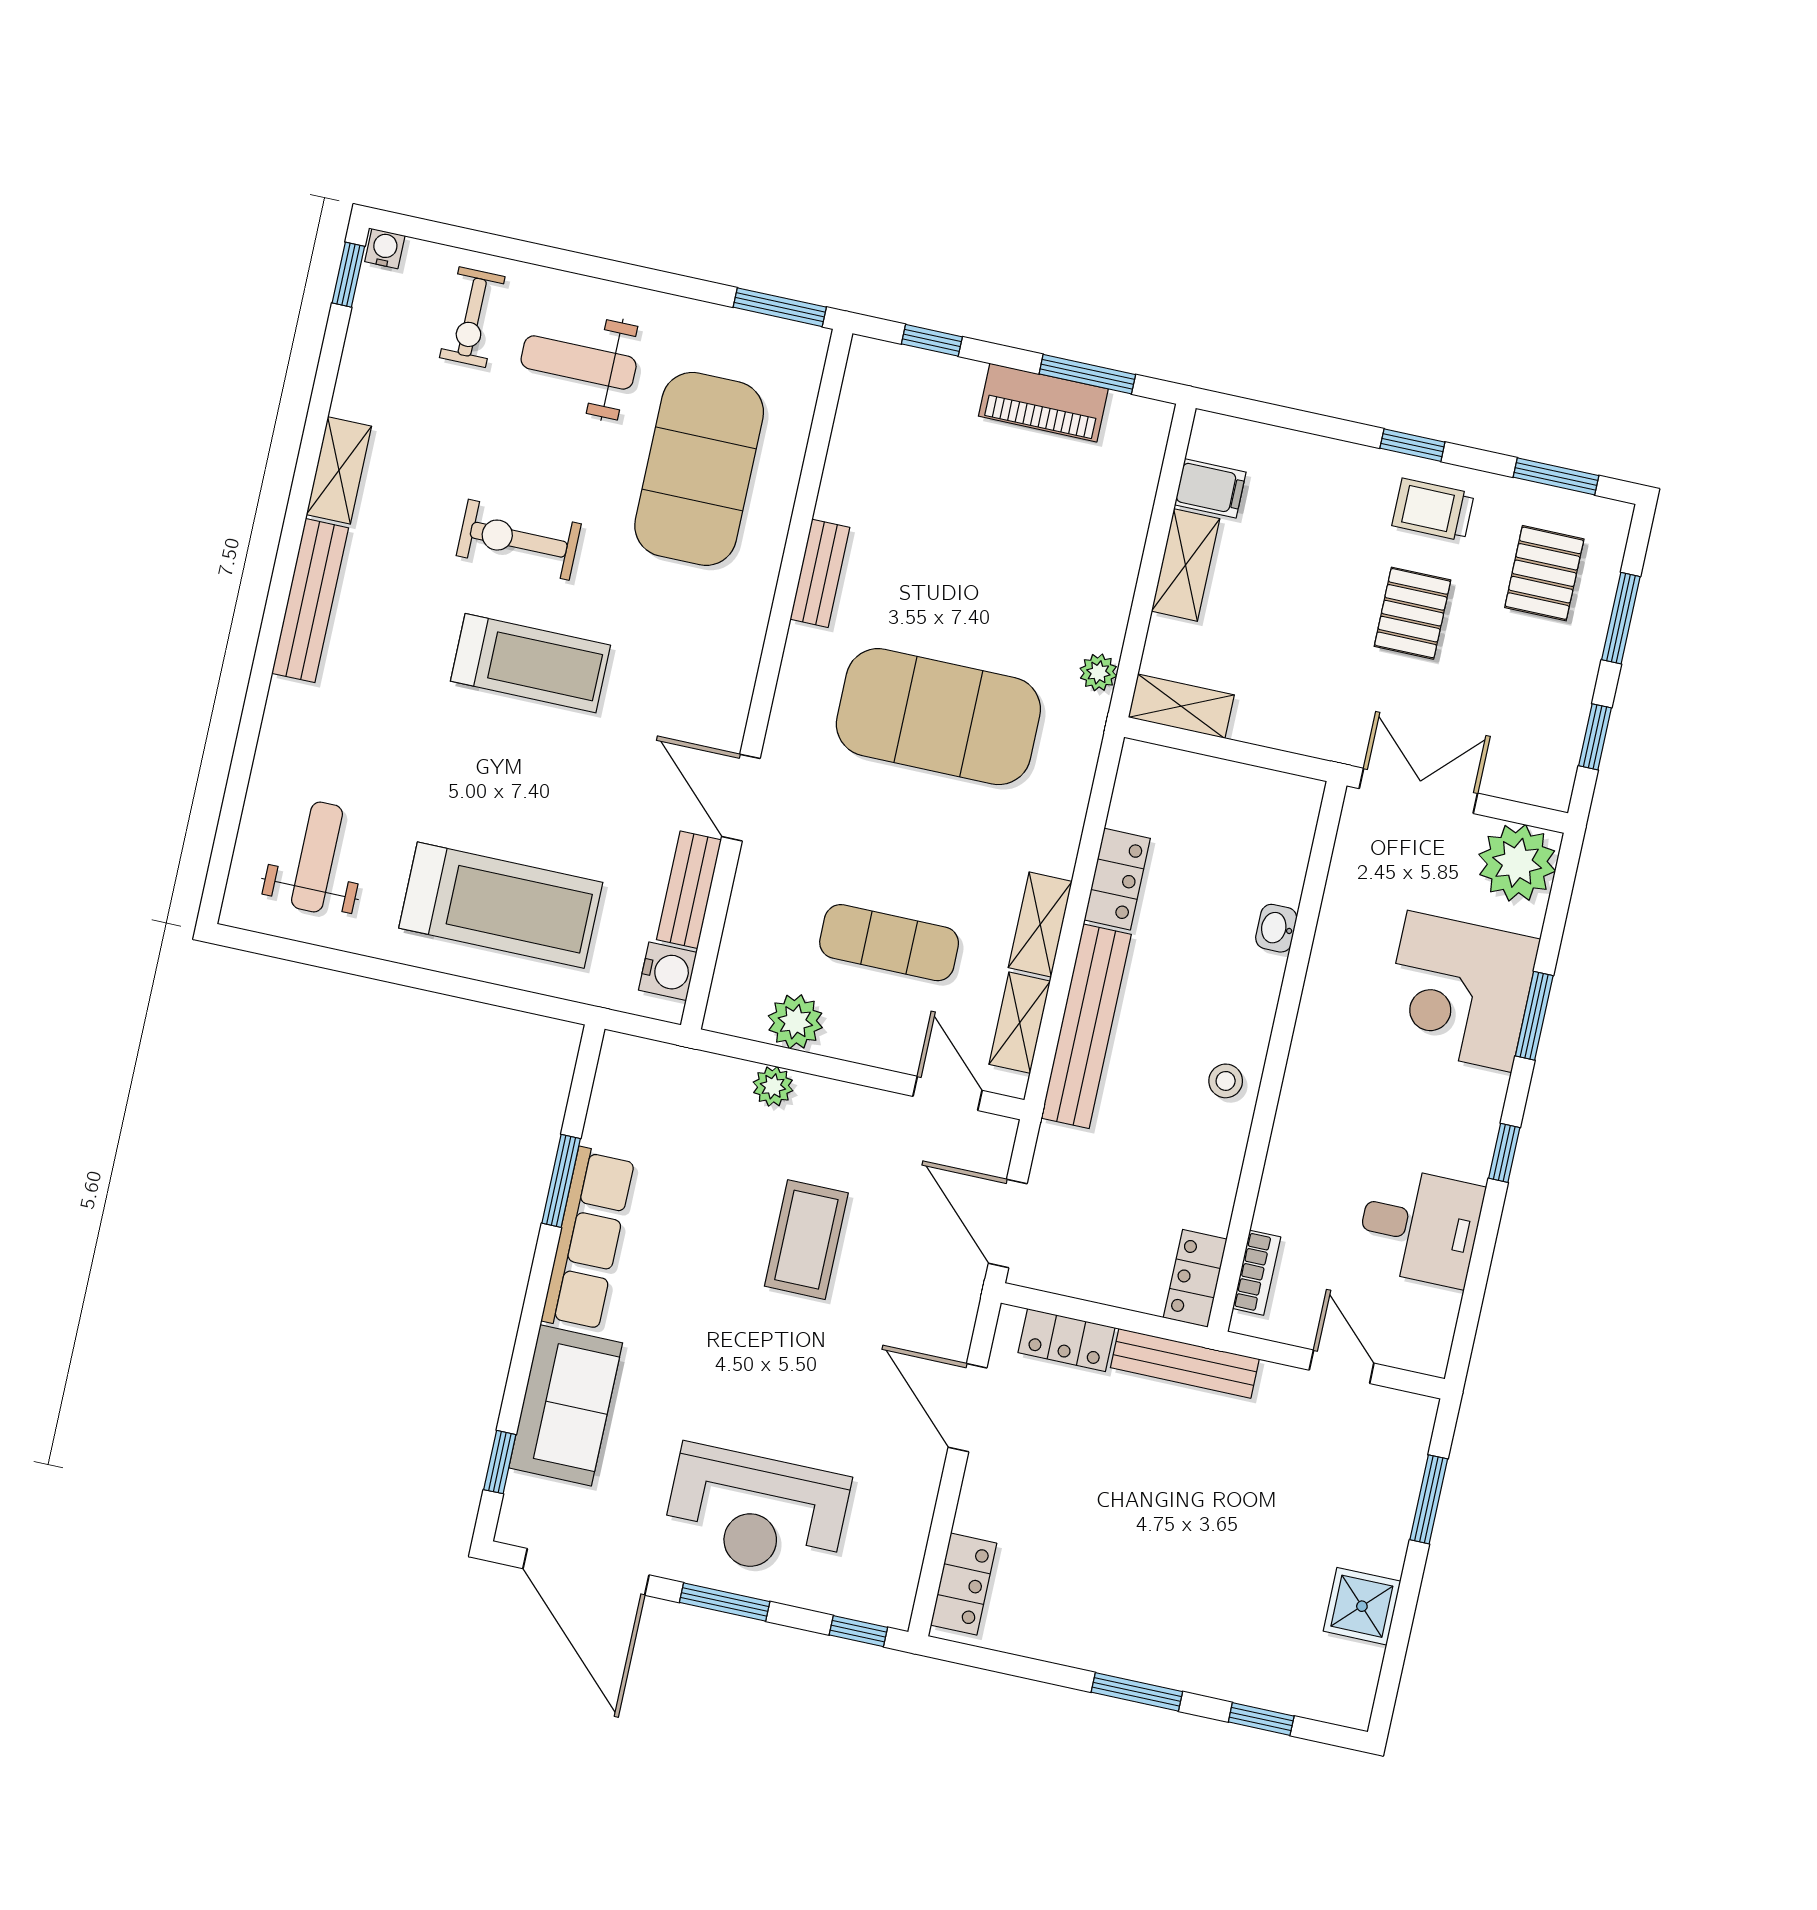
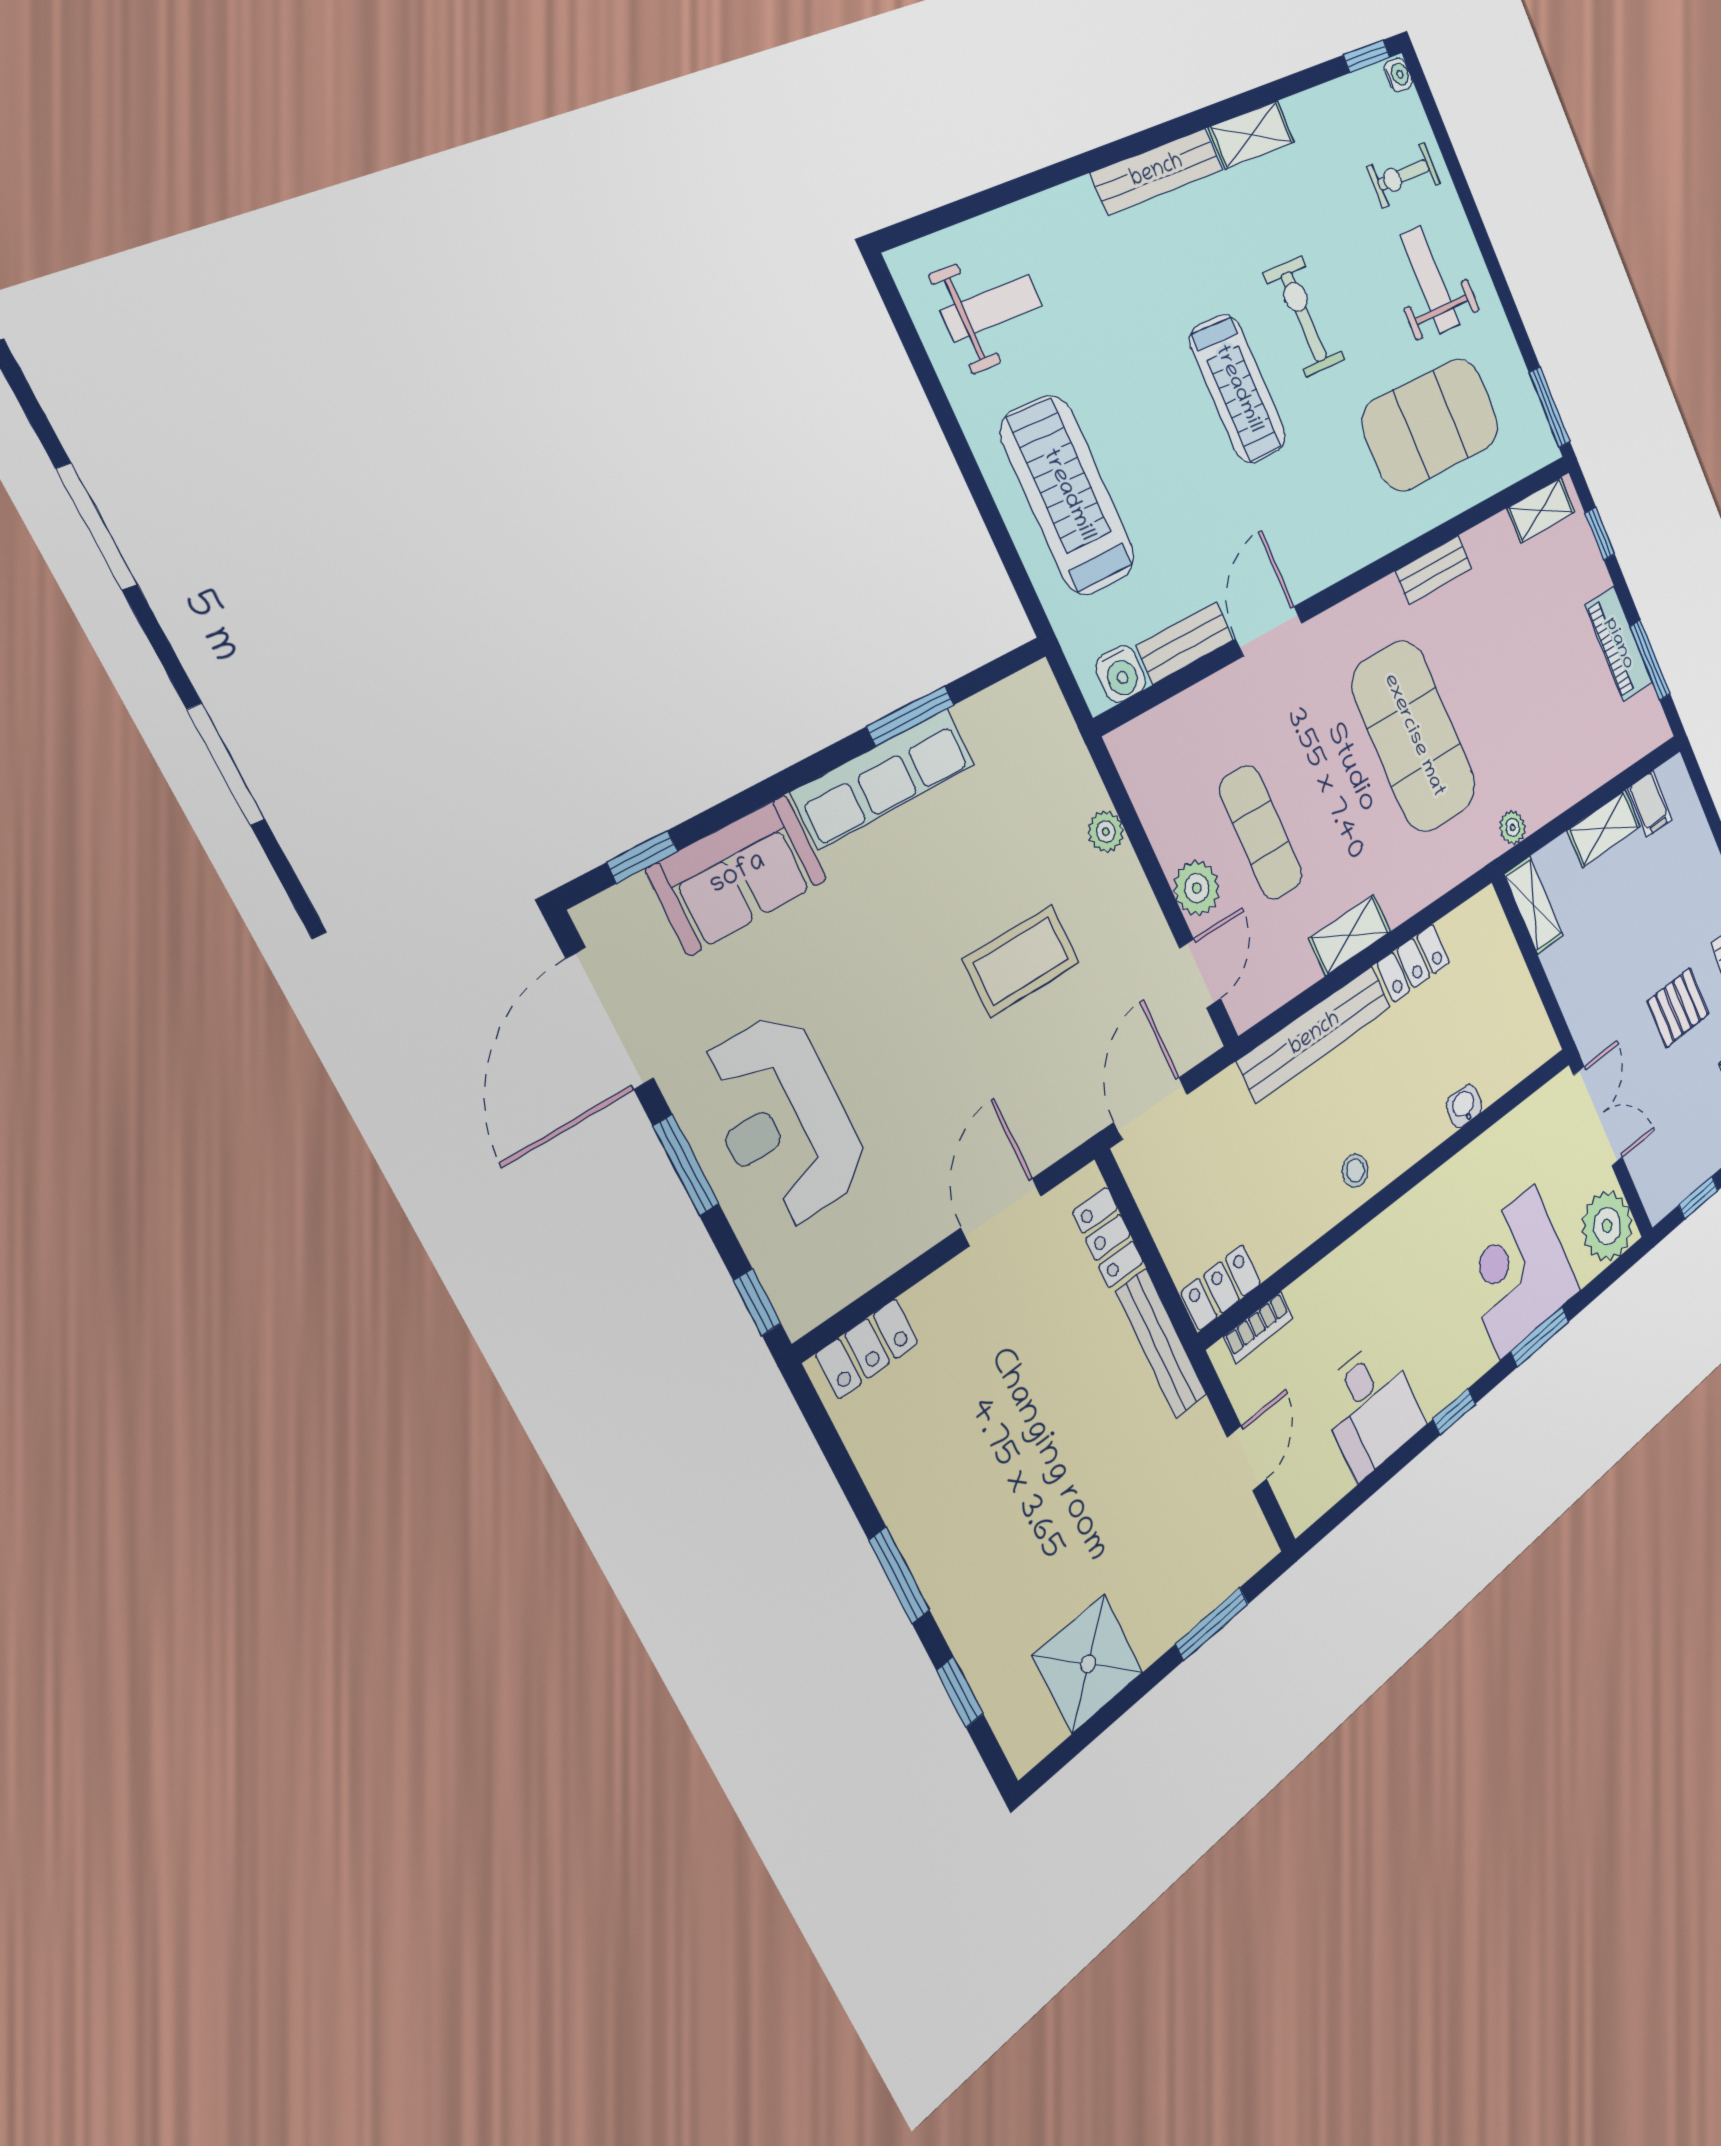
treadmill: (501, 905) -> (1068, 495), turned 180
plant: (795, 1022) -> (1197, 888), moved
shelving: (1020, 1023) -> (1541, 510), moved
shower: (1362, 1606) -> (1088, 1664), width x1.36, depth x1.36

